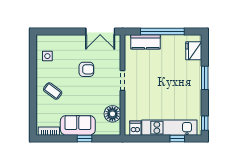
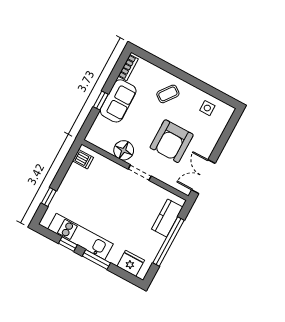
armchair: (86, 69) -> (172, 141), width x1.88, depth x1.88
floor lamp: (112, 114) -> (124, 150), moved
window: (205, 123) -> (68, 244), moved
kitchen unit: (169, 128) -> (81, 236), moved, turned -90

